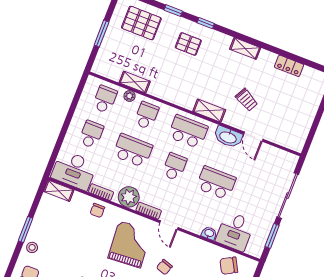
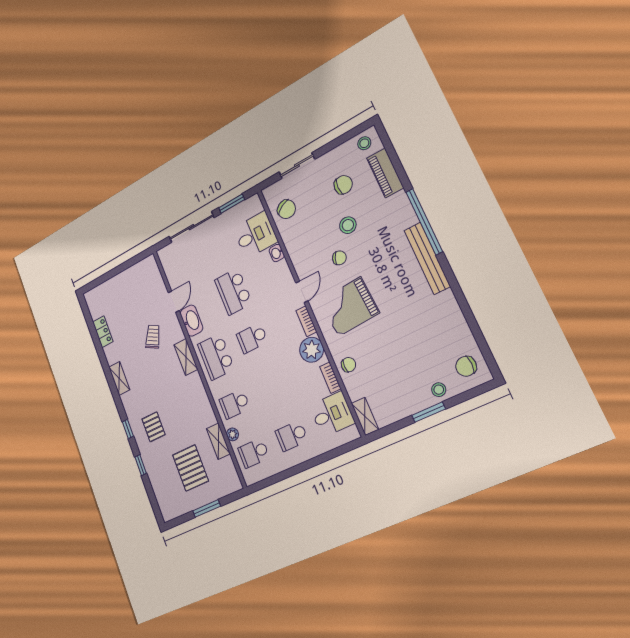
pallet: (141, 23) -> (190, 468), moved
school desk: (133, 150) -> (272, 386), removed
desk: (74, 170) -> (332, 414), width x0.73

